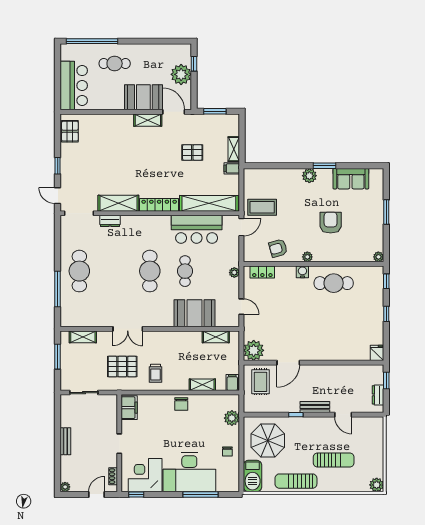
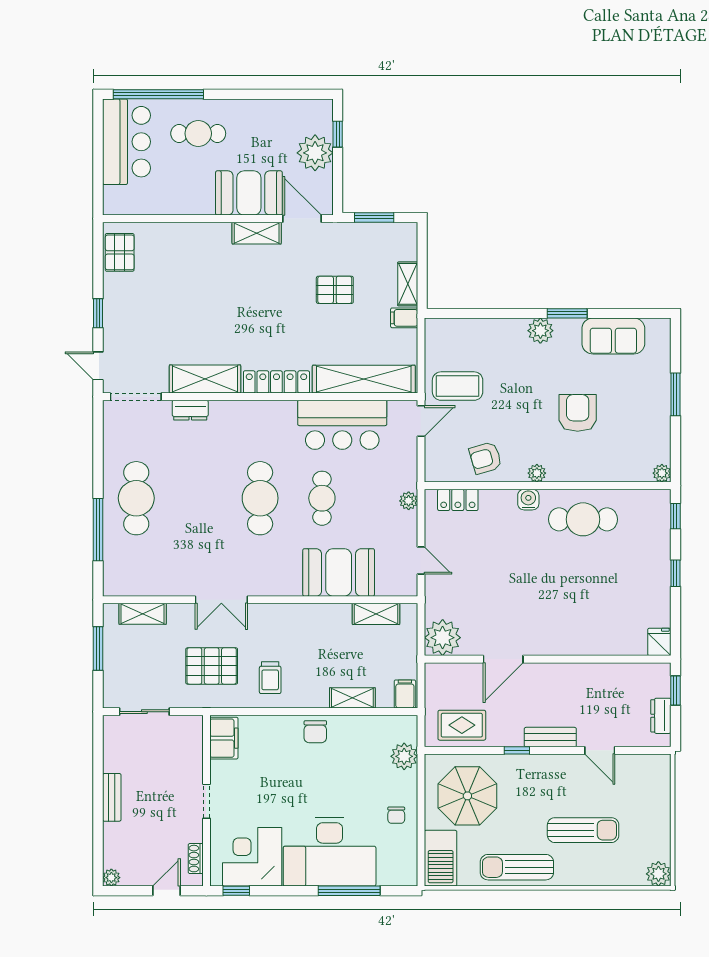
bar counter: (74, 86) -> (126, 142), moved
rug: (260, 382) -> (462, 725), moved, turned 90

